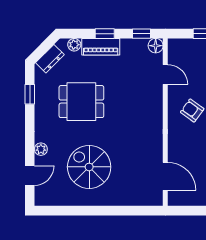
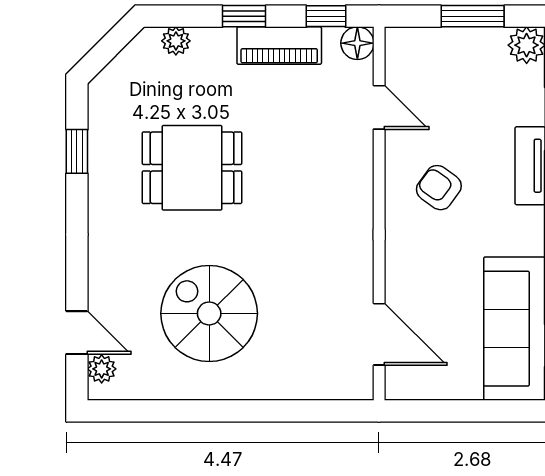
piano: (101, 47) -> (279, 46), moved
dresser: (50, 59) -> (122, 72), removed
plant: (41, 149) -> (102, 369), moved
door: (30, 176) -> (77, 333), hinge flipped

